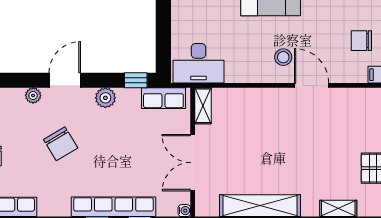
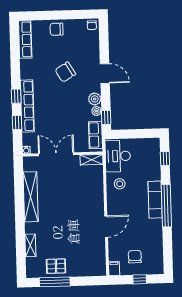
stool: (283, 57) -> (120, 184), moved
plant: (33, 95) -> (96, 111), moved

